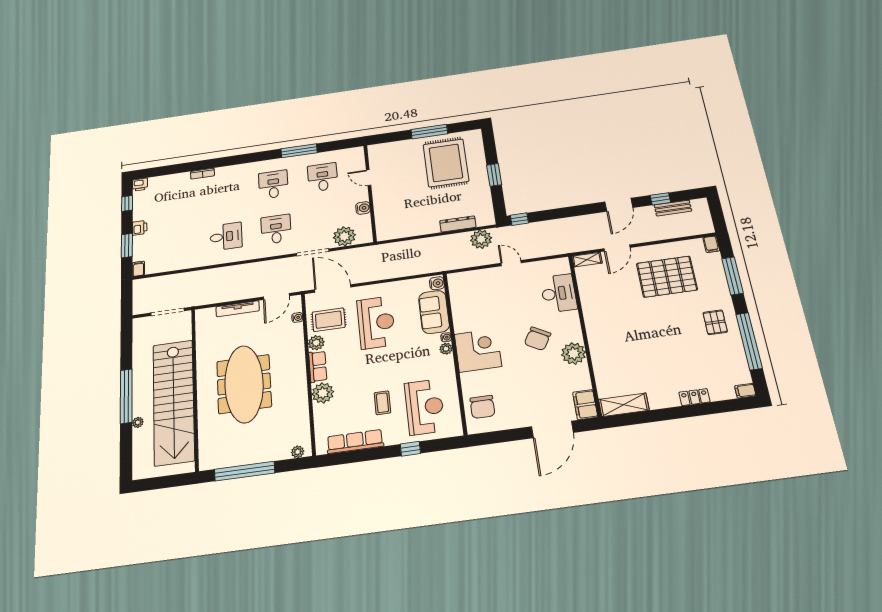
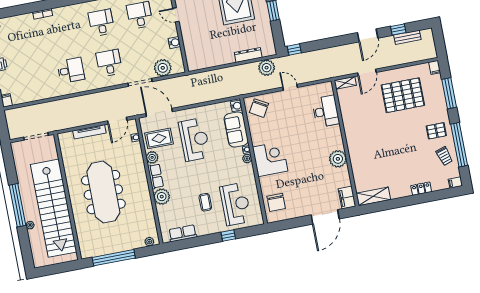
pallet: (715, 322) -> (436, 131), turned 90
chair: (537, 339) -> (259, 108), moved
trolley: (728, 355) -> (444, 156), added
row of seats: (355, 441) -> (183, 233), width x0.68

